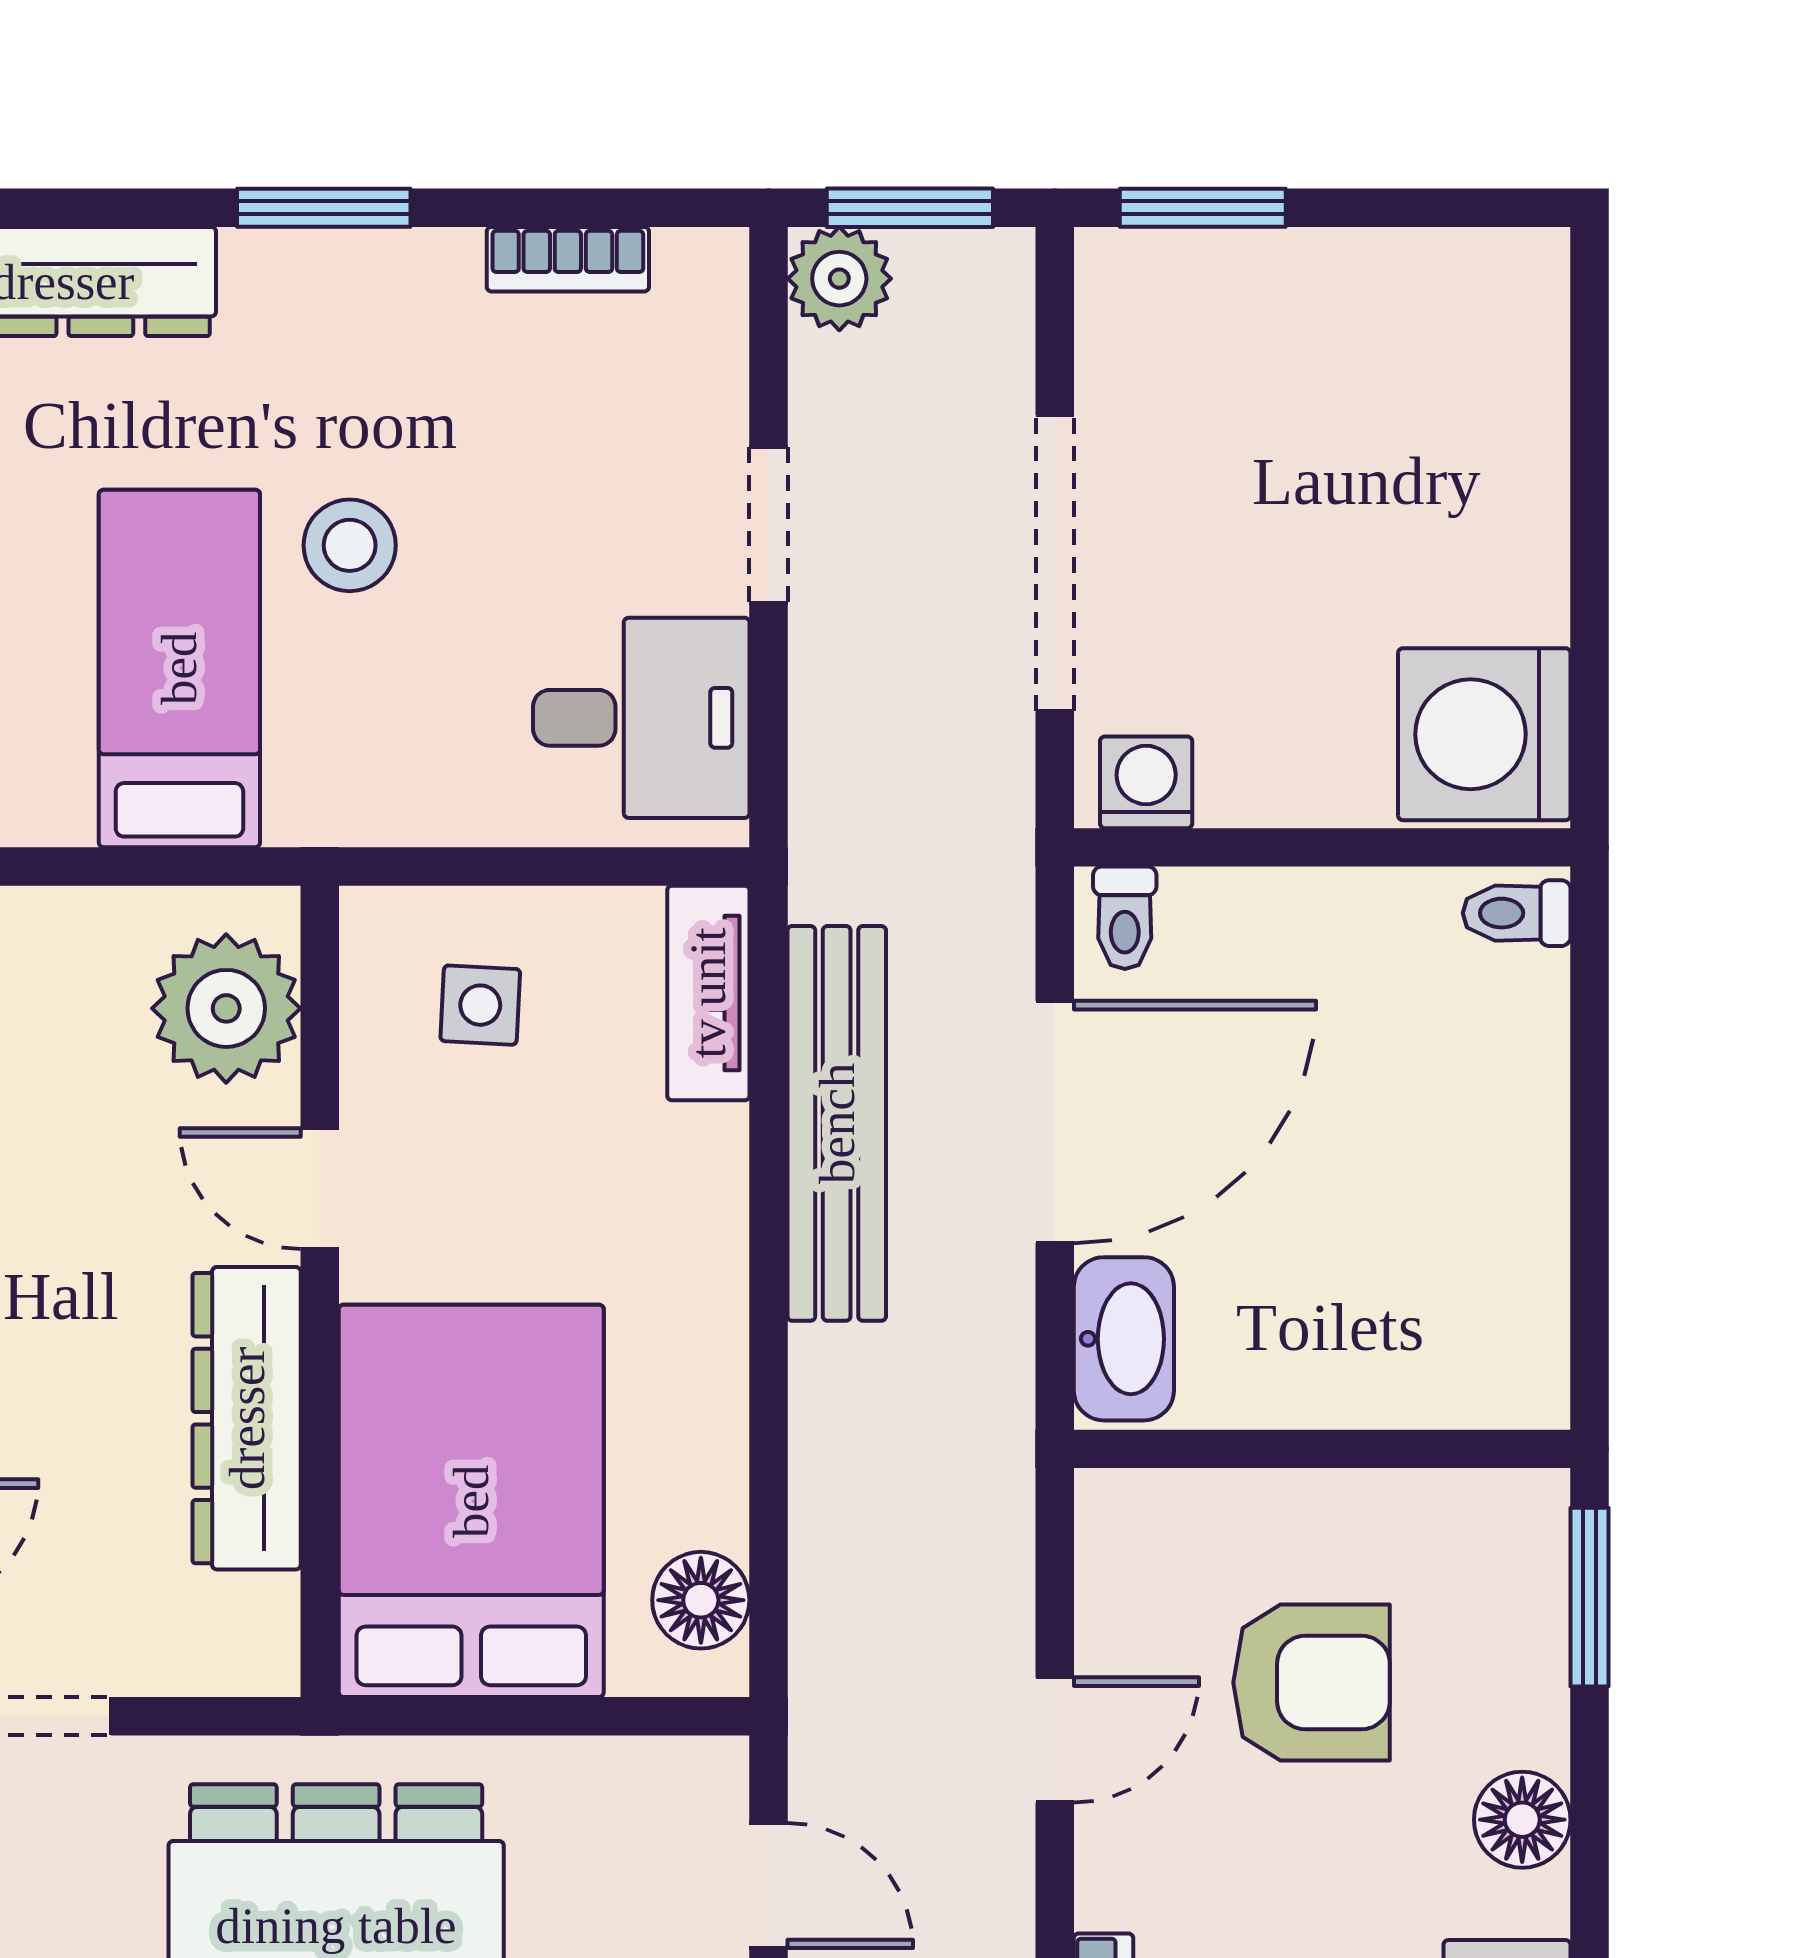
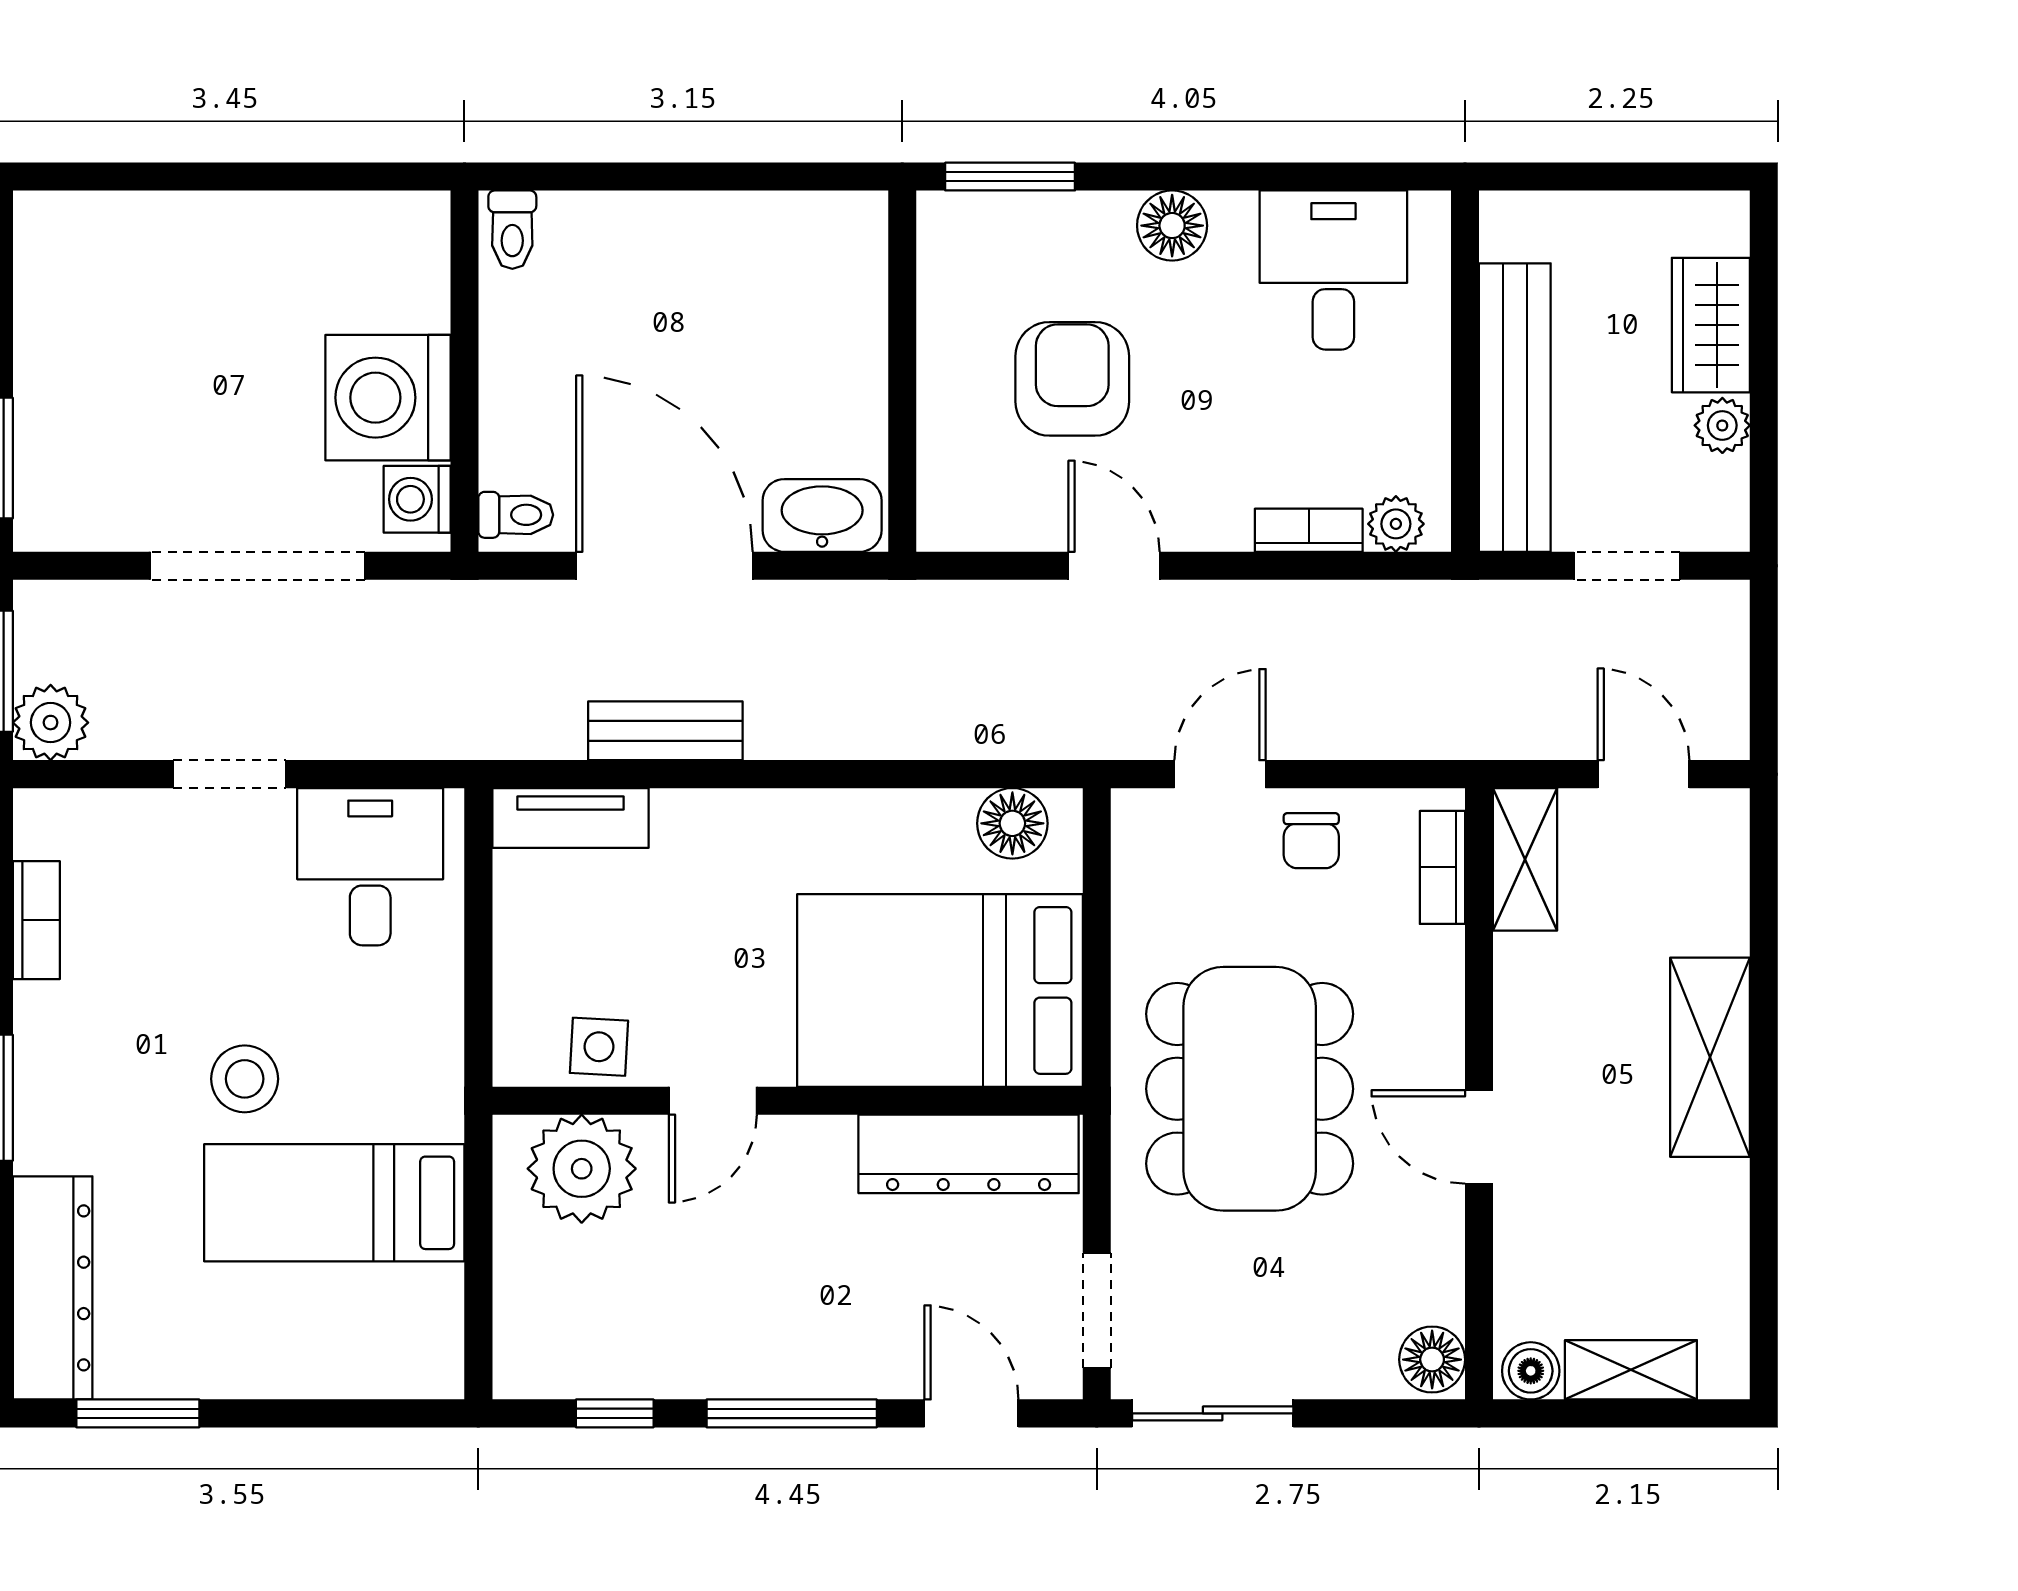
washing machine: (1484, 734) -> (388, 398), moved, turned 90
side table: (480, 1005) -> (599, 1047), moved
bench: (837, 1123) -> (665, 731), width x0.54, depth x0.82
dresser: (247, 1418) -> (969, 1154), moved

